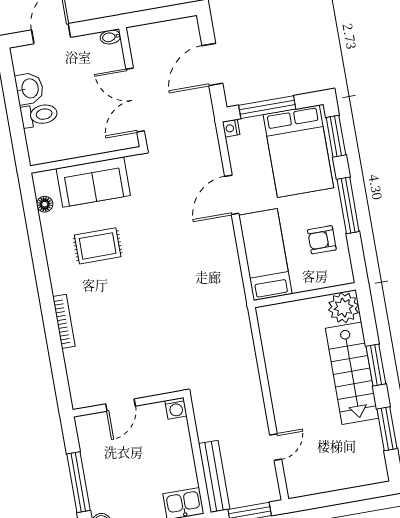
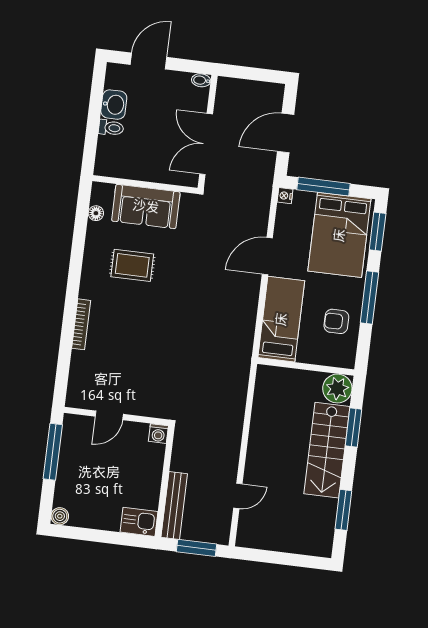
toilet: (39, 115) -> (111, 128), width x0.73, depth x0.72
window: (376, 365) -> (354, 427), moved
window: (78, 482) -> (53, 452), moved

